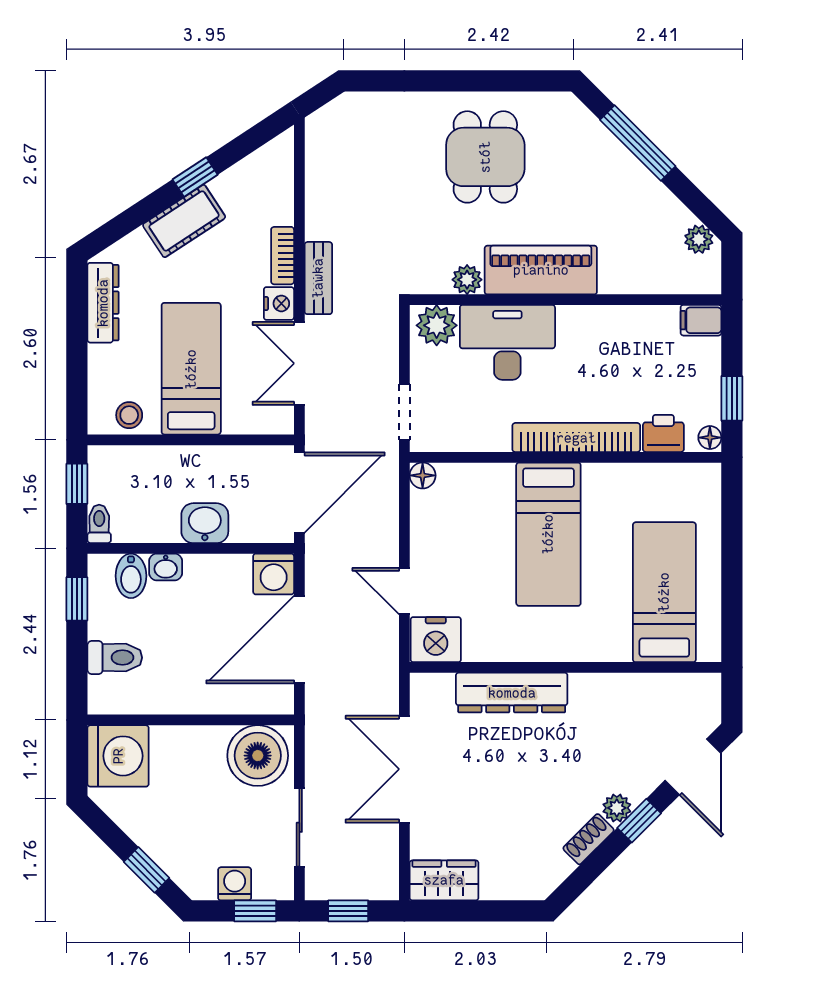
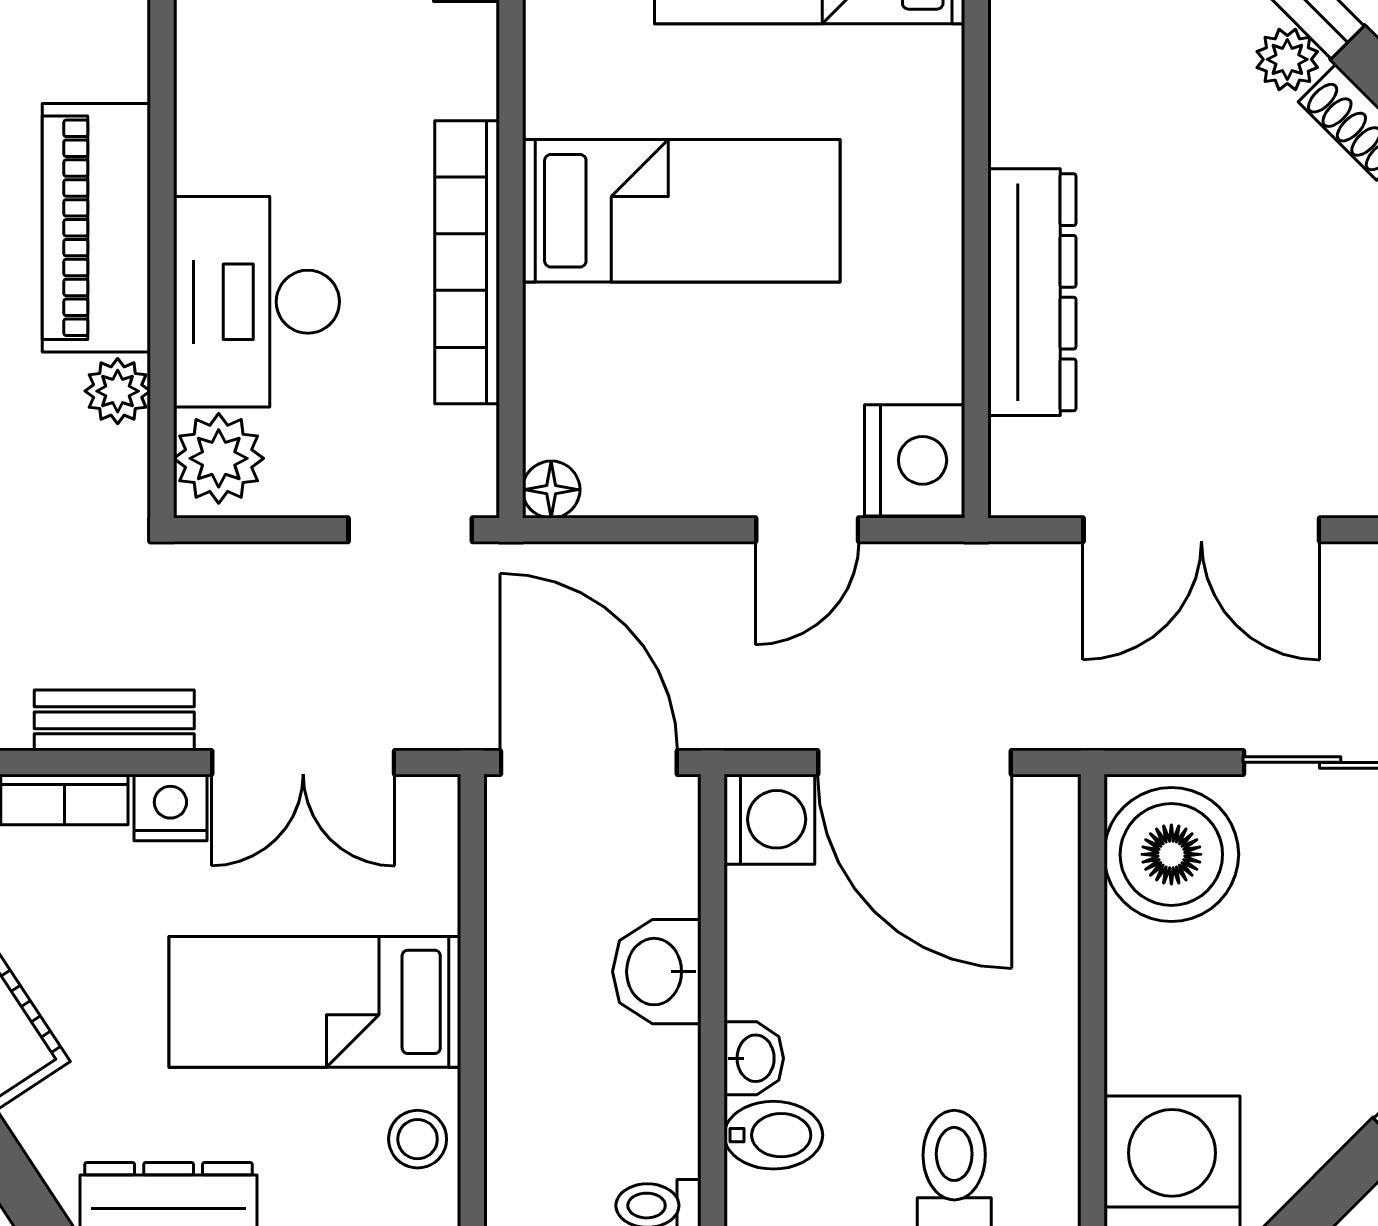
bookcase: (576, 438) -> (467, 262), moved

